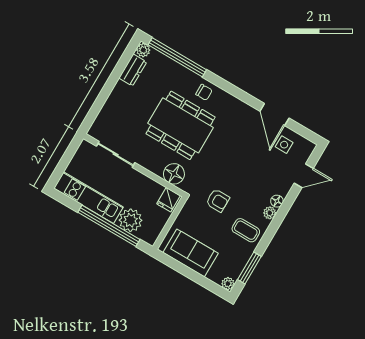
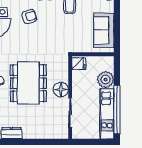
floor lamp: (174, 174) -> (61, 90), moved
armchair: (218, 200) -> (29, 17), moved, turned 73
window: (109, 226) -> (117, 110), moved

